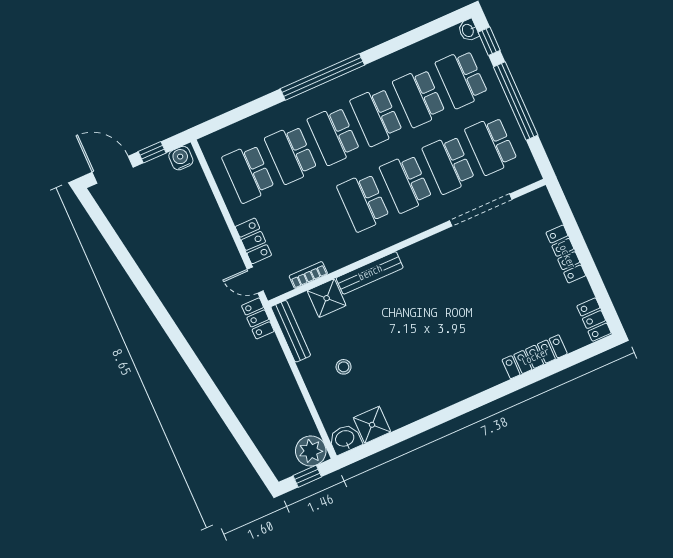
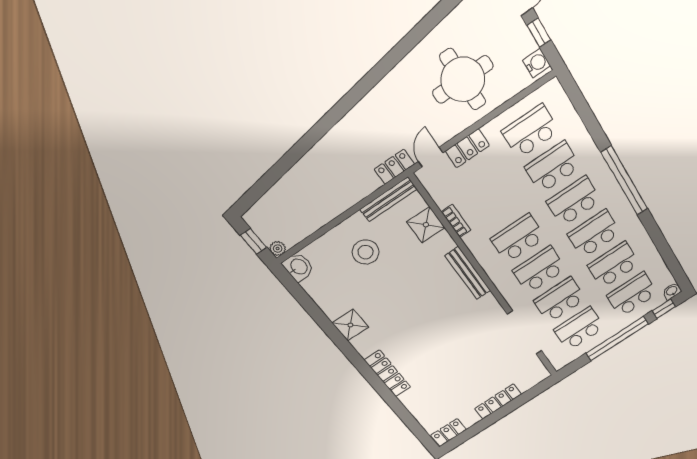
round table: (184, 234) -> (463, 79), added
bench: (370, 273) -> (468, 273), moved
bookcase: (308, 275) -> (456, 221), moved
locker: (535, 357) -> (388, 374), moved
stool: (344, 367) -> (366, 252), width x1.89, depth x1.89
shower: (372, 425) -> (350, 325), moved
plant: (311, 451) -> (278, 249), width x0.53, depth x0.53

